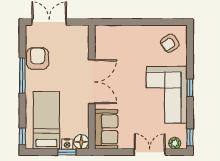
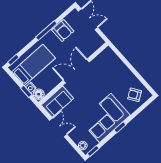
armchair: (38, 58) -> (63, 31), turned 90
double door: (92, 82) -> (76, 71), swing flipped
double door: (150, 152) -> (58, 127), moved

